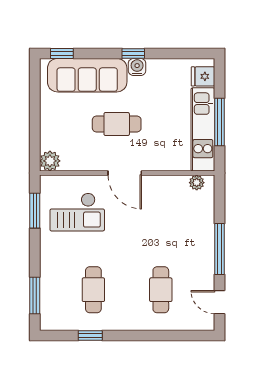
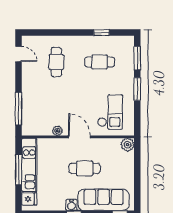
plant: (197, 183) -> (57, 131), moved
window: (35, 211) -> (137, 89), moved
checkout: (77, 212) -> (110, 112), turned 90
window: (219, 249) -> (19, 109), moved
cafe table: (93, 290) -> (100, 62), turned 90

